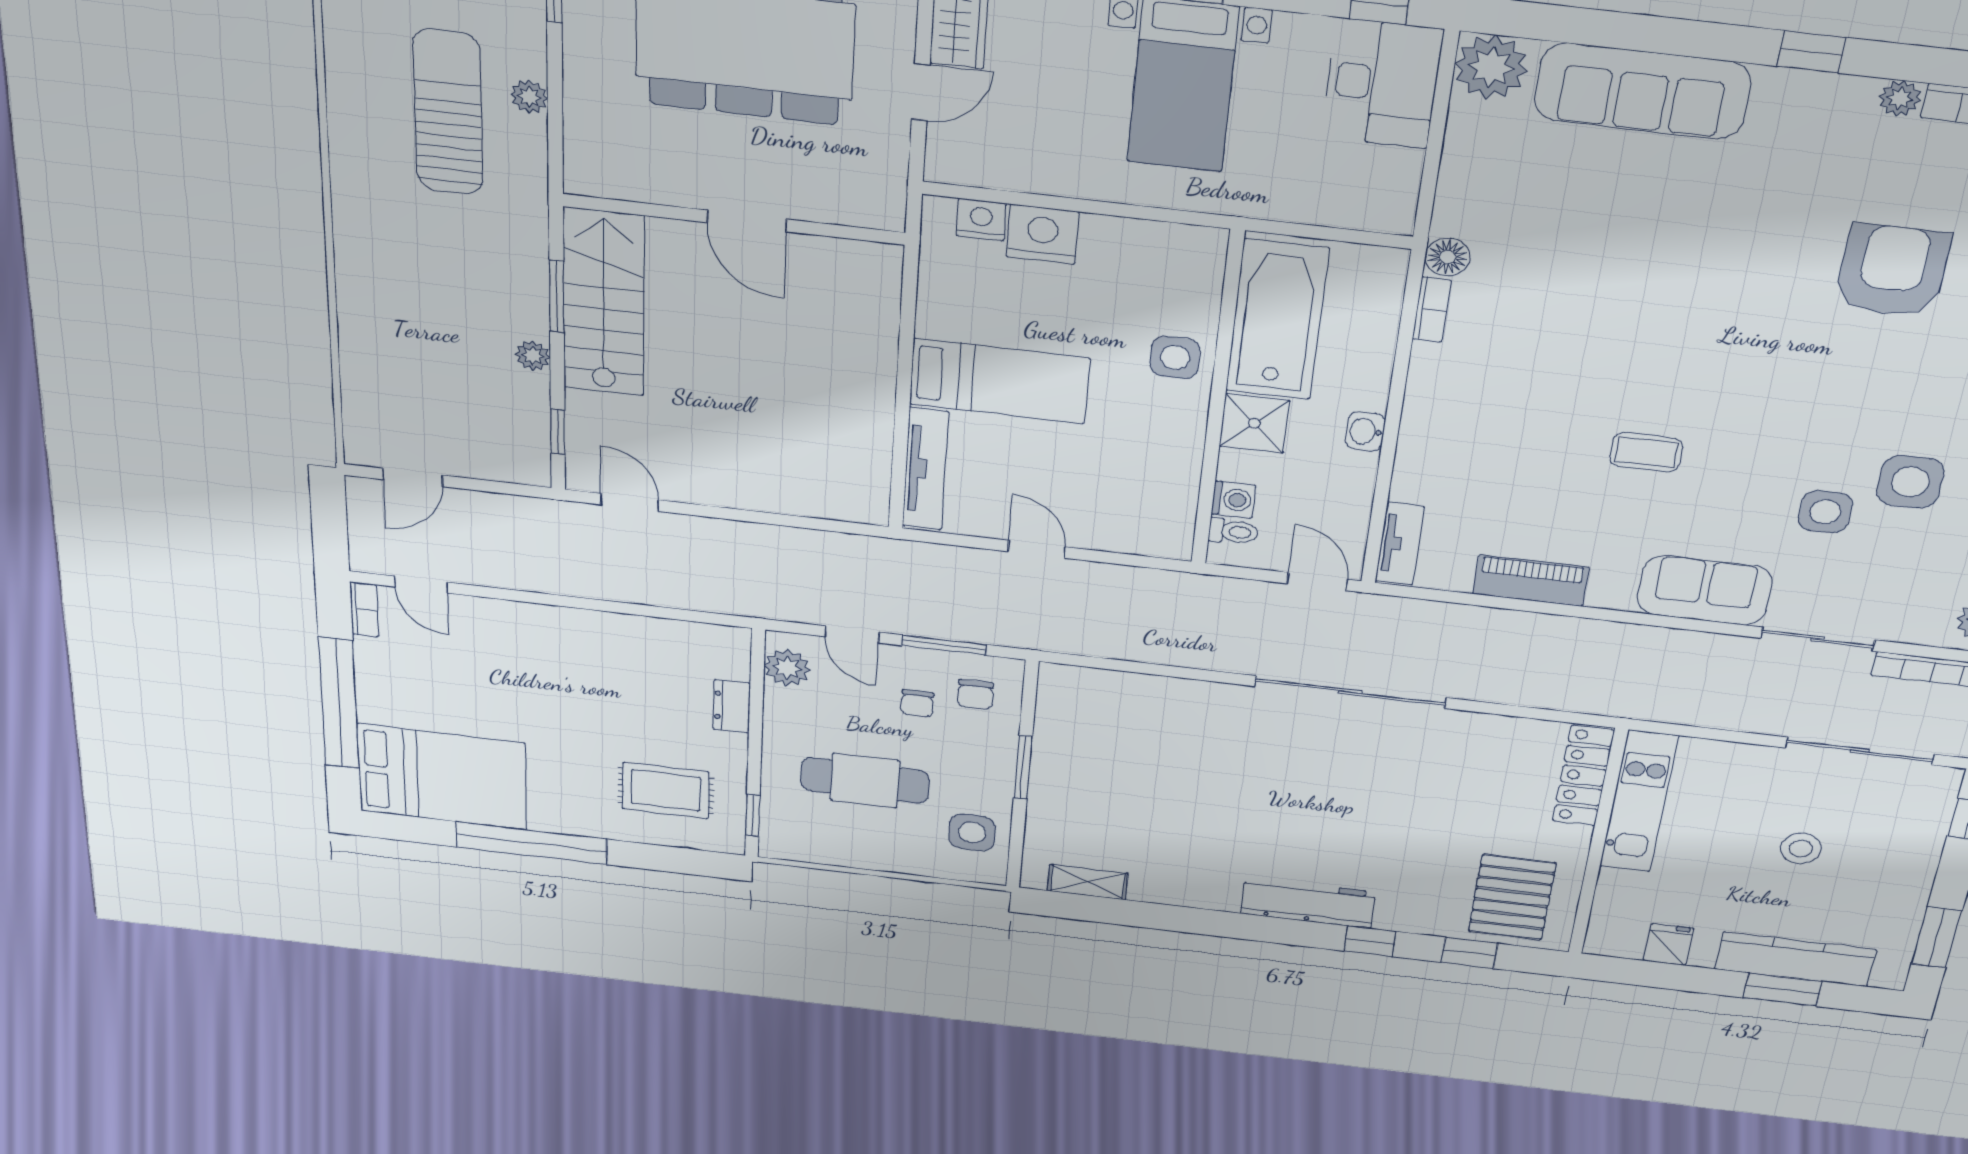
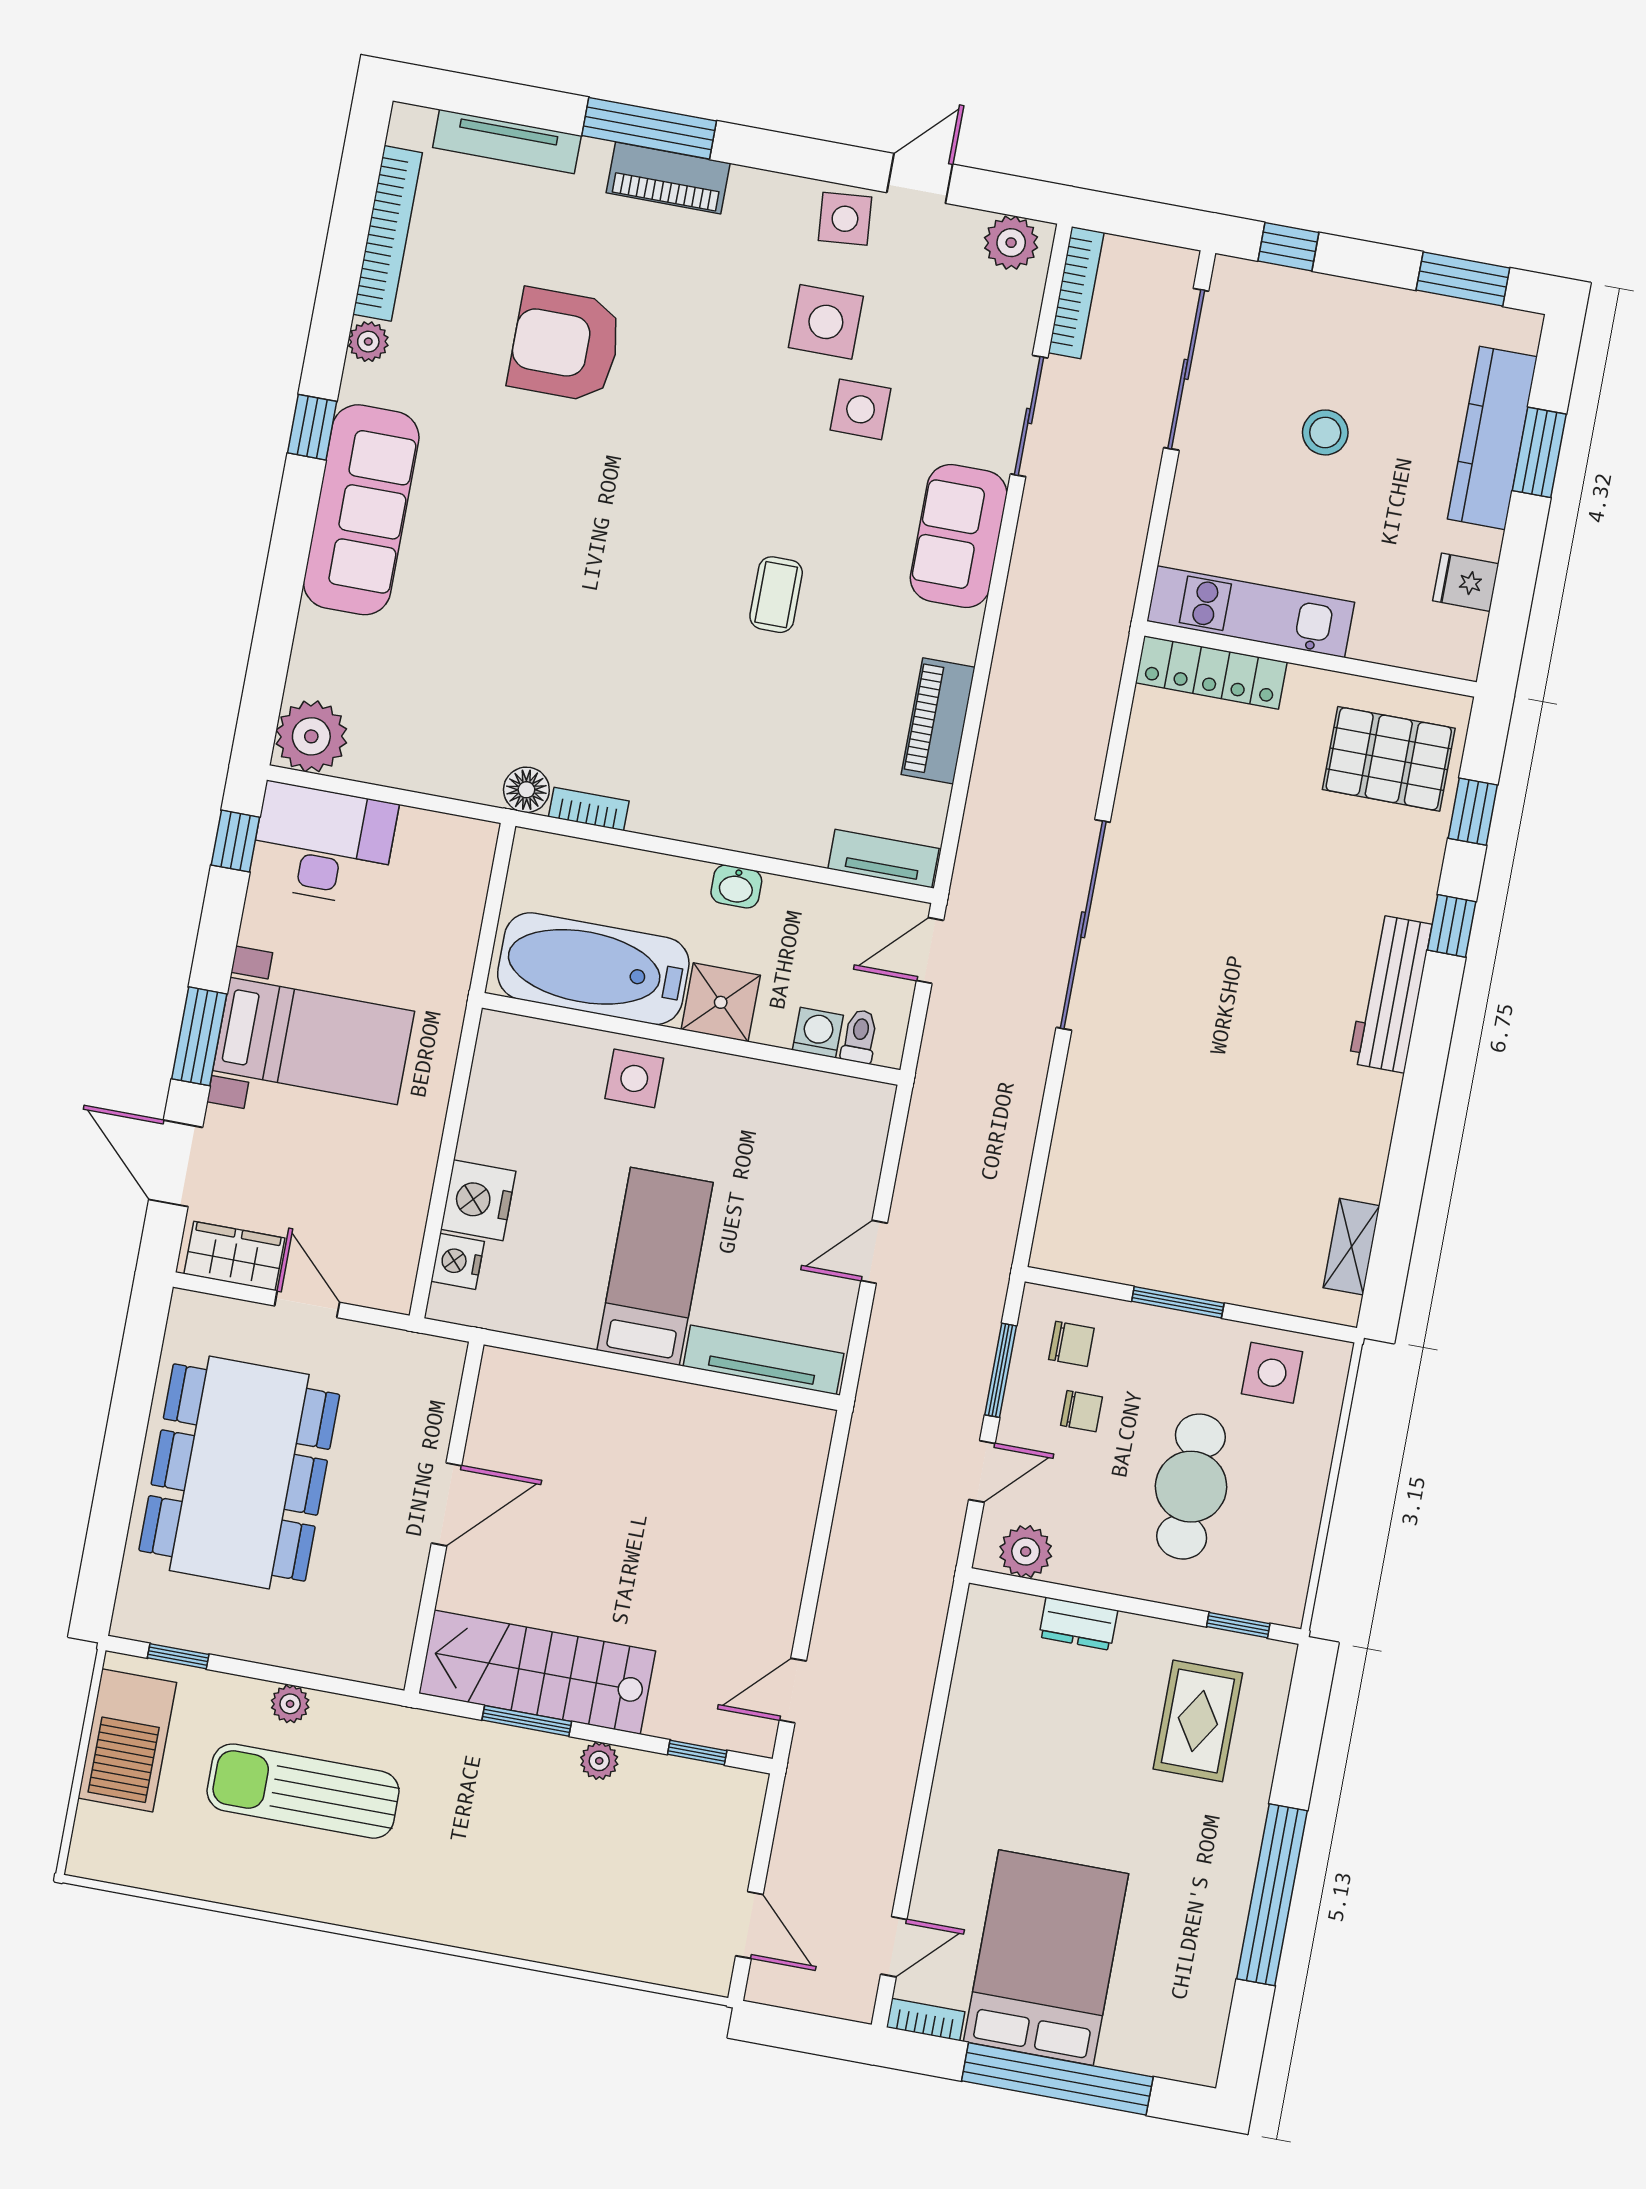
sofa: (1642, 91) -> (361, 510), moved
bed: (442, 777) -> (1046, 1958), moved

